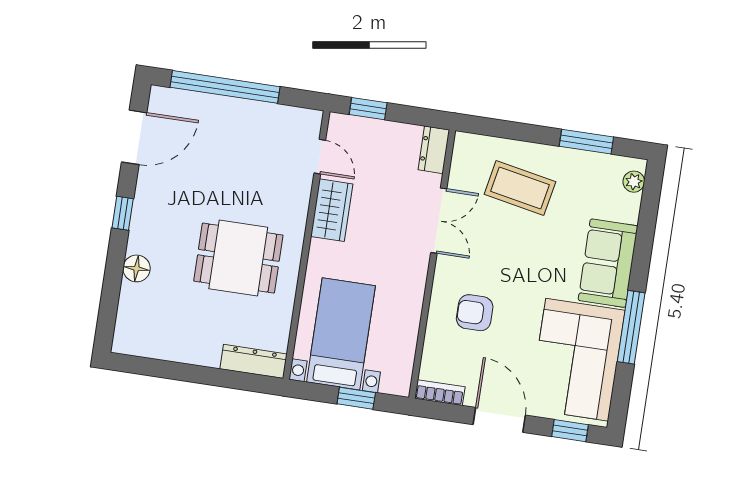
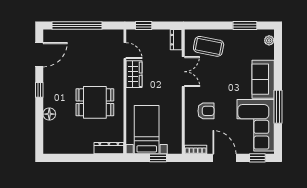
coffee table: (520, 188) -> (209, 46), moved
armchair: (475, 313) -> (206, 111), turned 180

